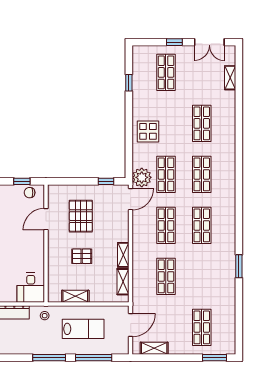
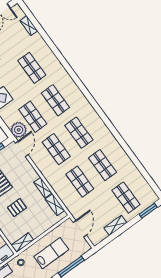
window: (239, 266) -> (121, 141), removed
shop shelf: (202, 276) -> (102, 165), added
shelving: (75, 296) -> (22, 243), moved
shelving: (154, 348) -> (115, 225), moved

